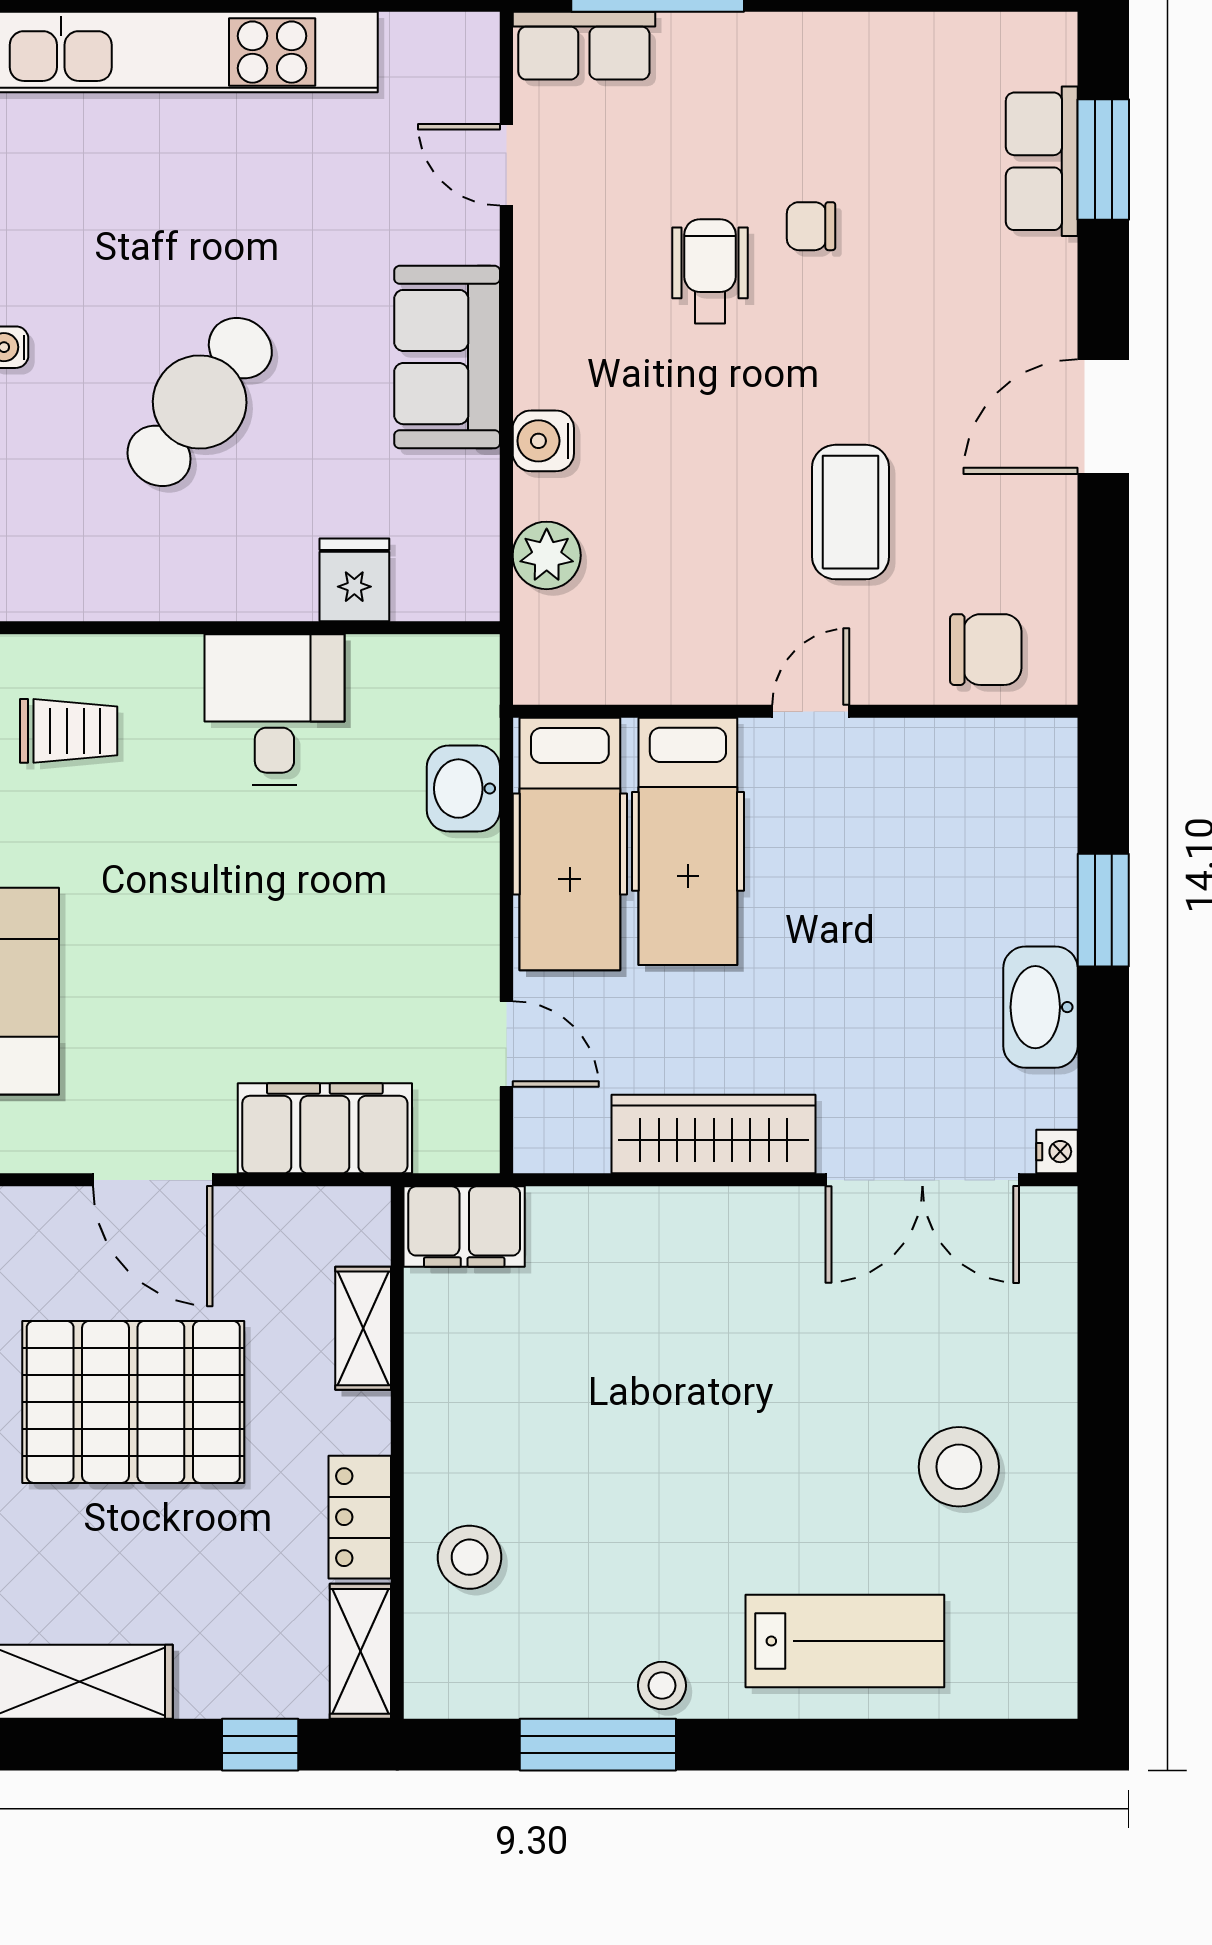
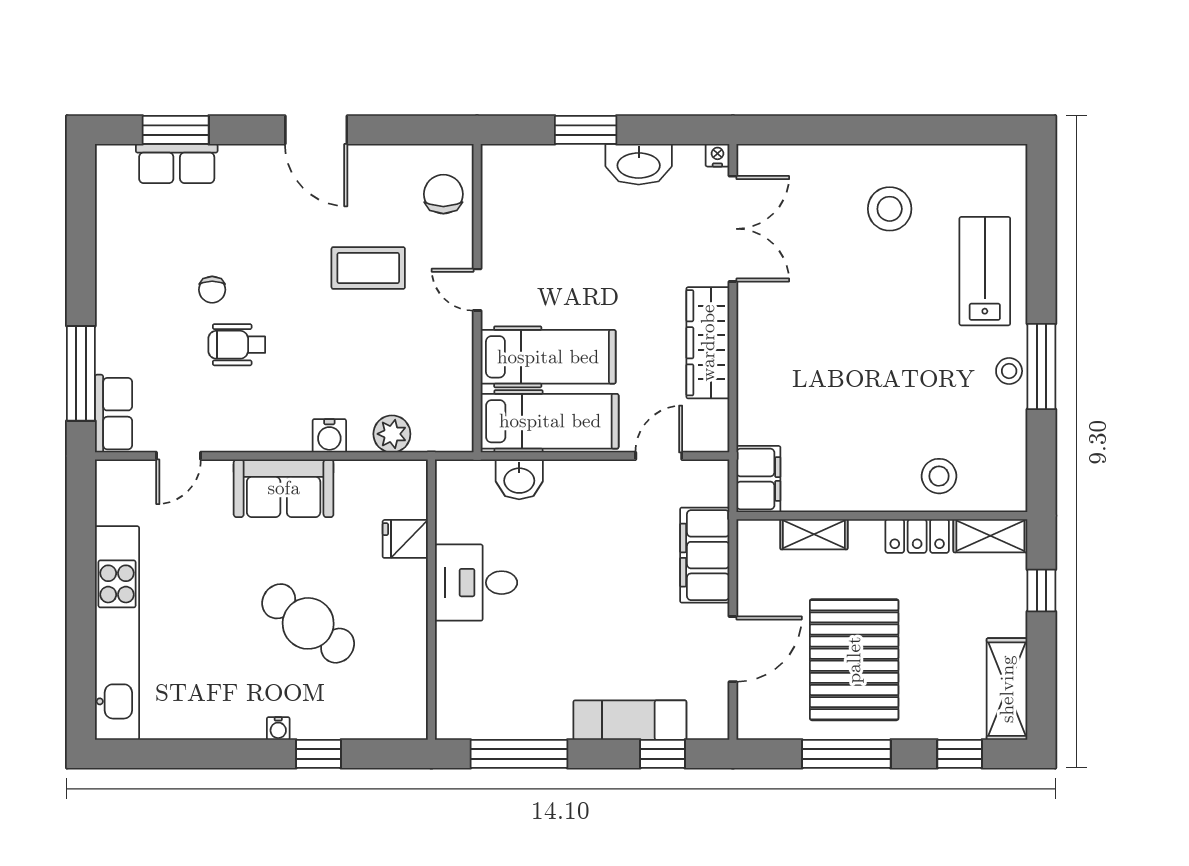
trolley: (69, 731) -> (488, 695), removed
window: (598, 1745) -> (1041, 367), moved

